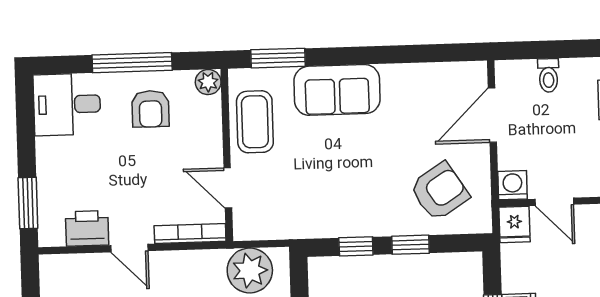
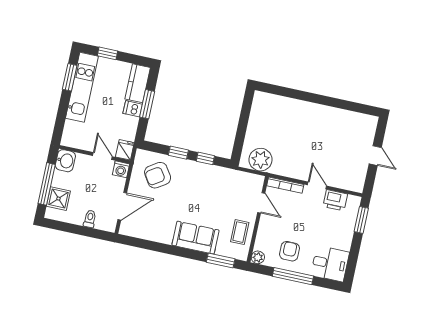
coffee table: (255, 122) -> (240, 232), width x0.73, depth x0.77

